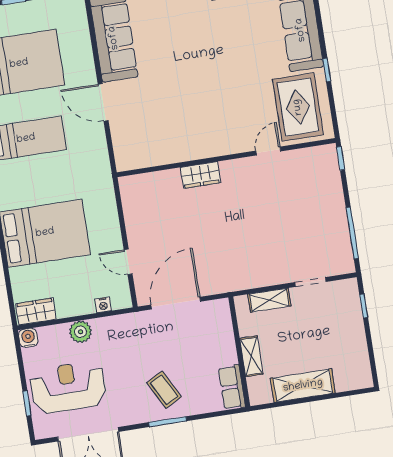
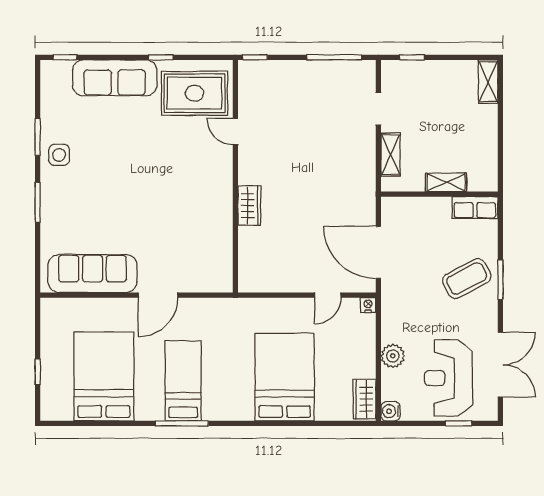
nightstand: (103, 305) -> (368, 305), moved, turned -90
shelving: (303, 386) -> (488, 82), moved, width x0.67, depth x0.75
coffee table: (164, 390) -> (467, 278), width x1.36, depth x1.30

